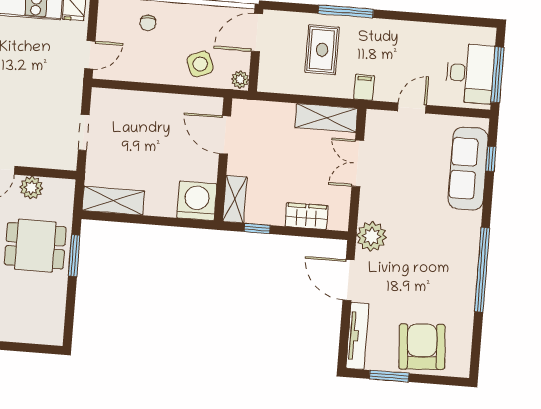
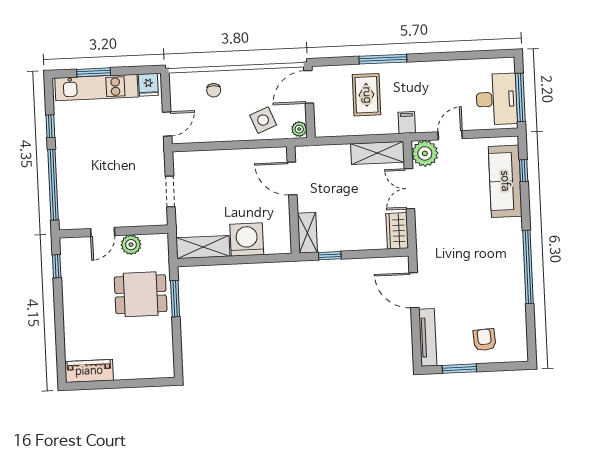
washing machine: (197, 201) -> (247, 240), moved
wardrobe: (306, 216) -> (397, 231), moved, turned -90
plant: (372, 236) -> (425, 153), moved
armchair: (422, 347) -> (484, 340), width x0.53, depth x0.53

